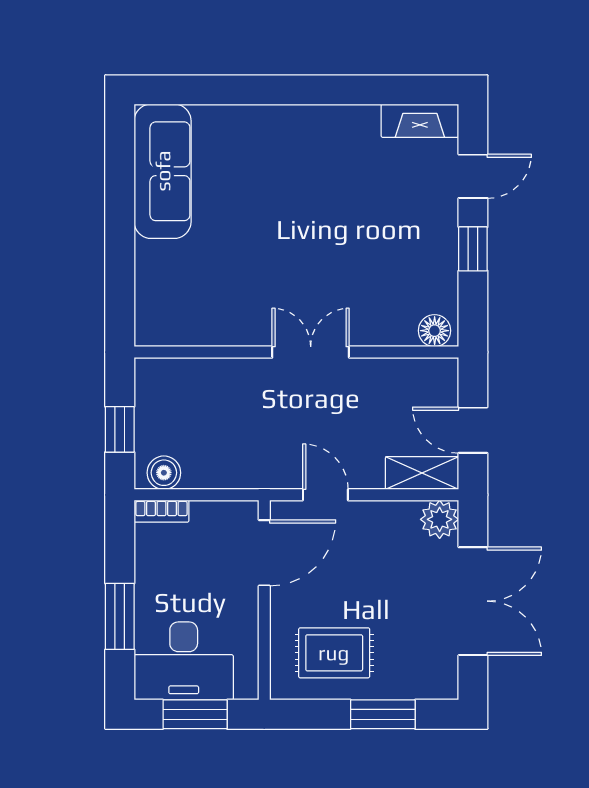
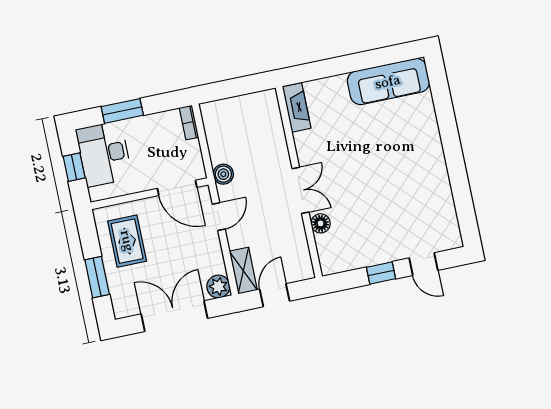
fireplace: (420, 121) -> (297, 107), moved, turned 180
floor lamp: (435, 331) -> (321, 223), moved
window: (120, 429) -> (232, 88), removed
boiler: (164, 473) -> (223, 174), moved
double door: (473, 601) -> (174, 316), swing flipped
window: (195, 714) -> (74, 167), width x0.67

